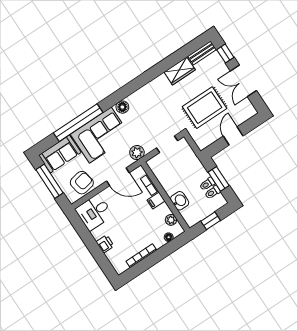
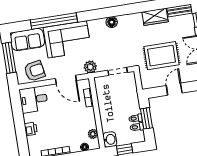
floor lamp: (122, 107) -> (112, 22), moved
filing cabinet: (156, 200) -> (88, 113), removed
washbasin: (180, 201) -> (110, 139), moved

